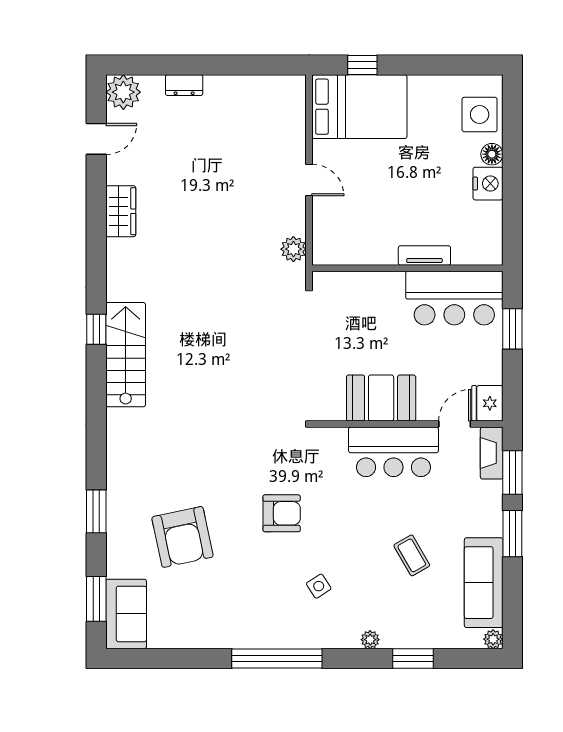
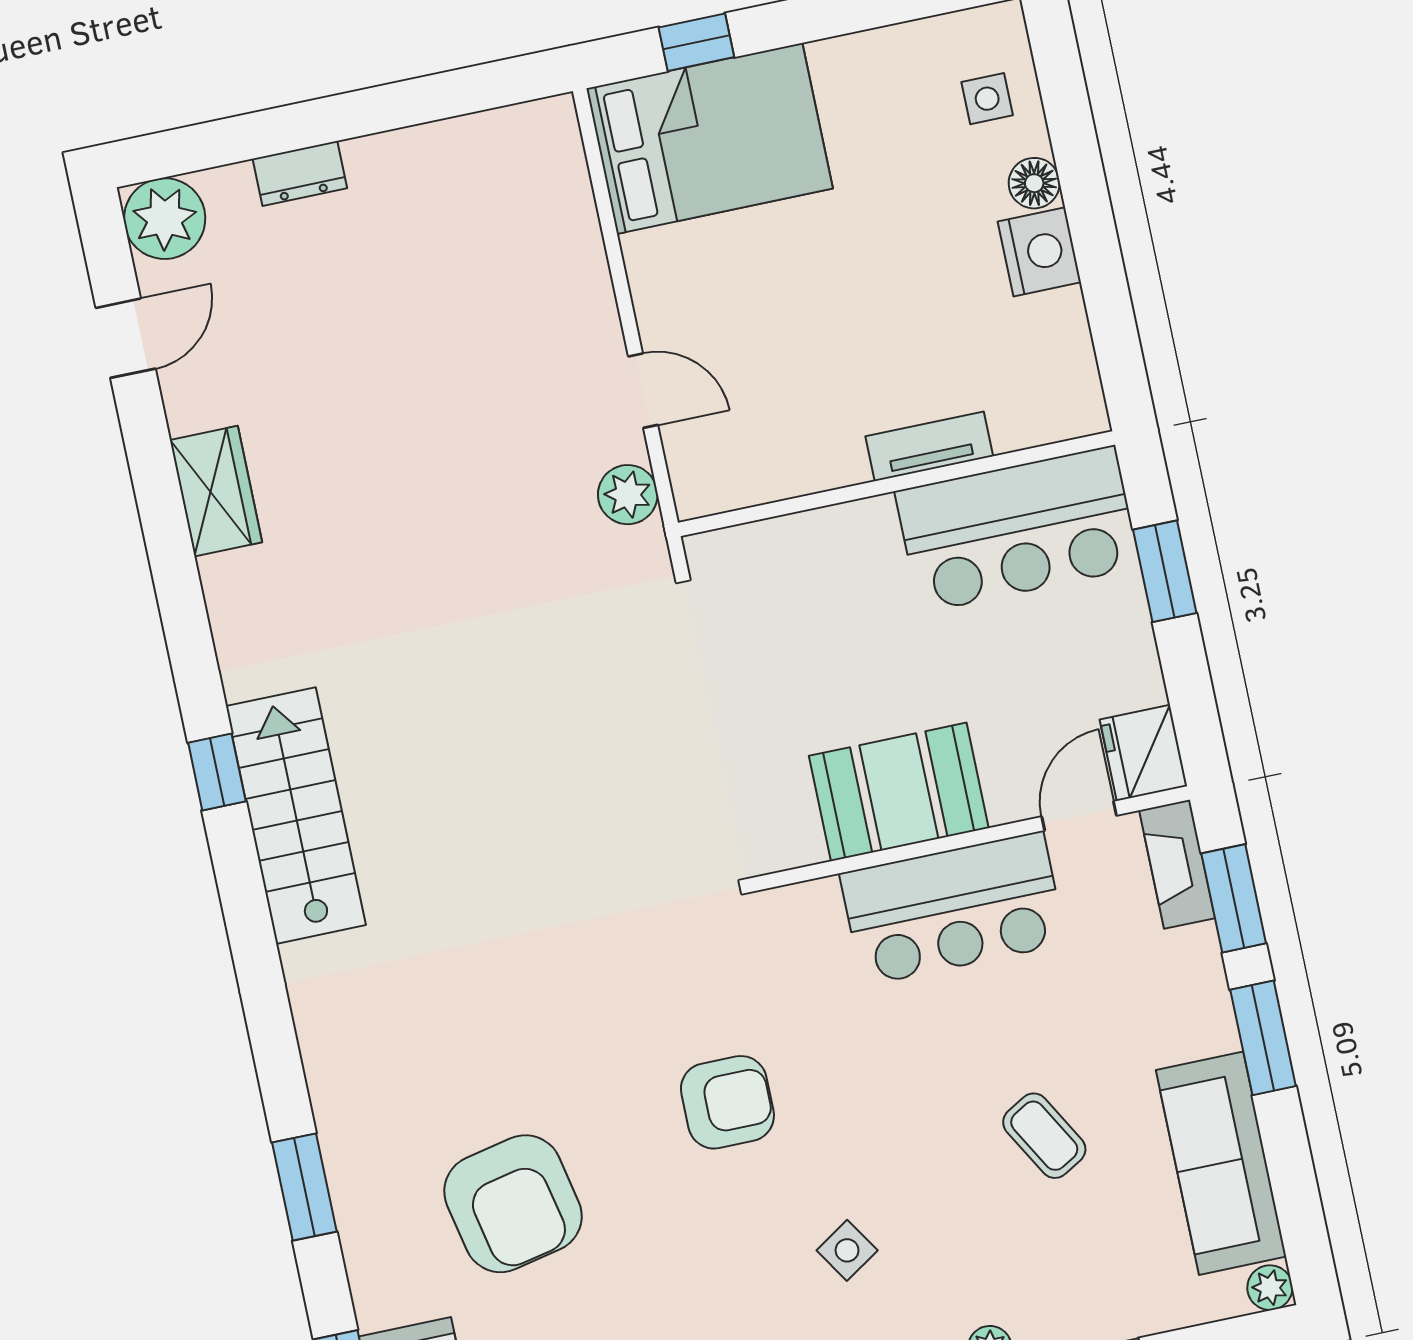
side table: (480, 115) -> (987, 99), width x0.54, depth x0.54
door: (309, 180) -> (643, 391), moved

